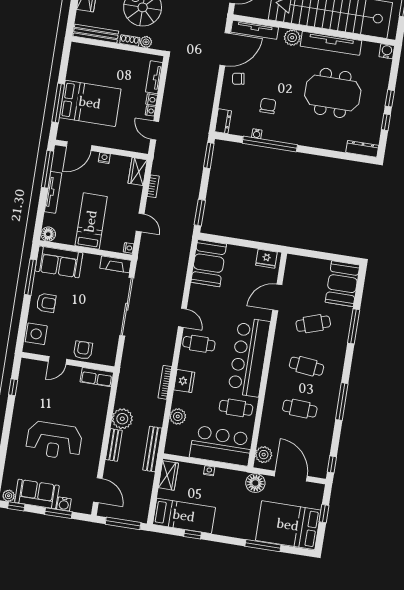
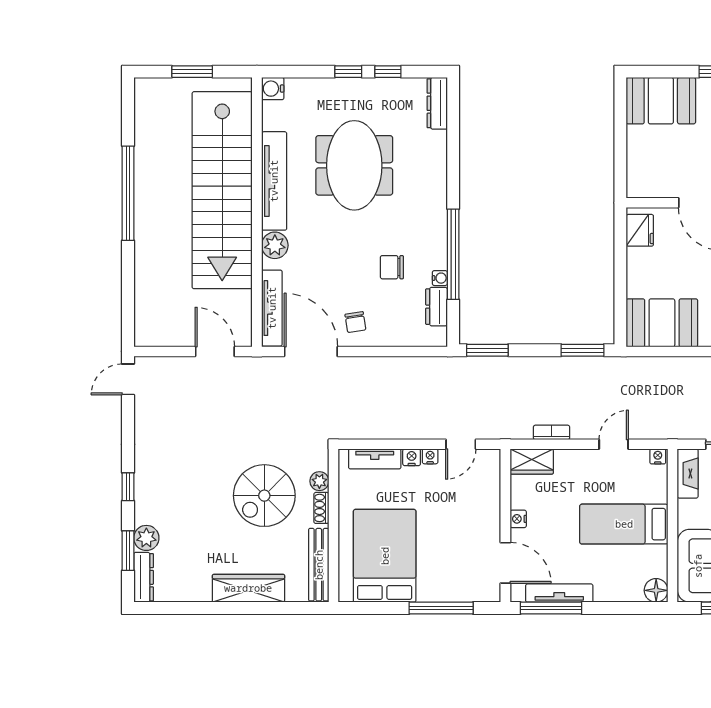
bed: (90, 103) -> (385, 556), moved
dresser: (223, 121) -> (437, 307), moved, turned -90
tv unit: (53, 192) -> (559, 593), moved

